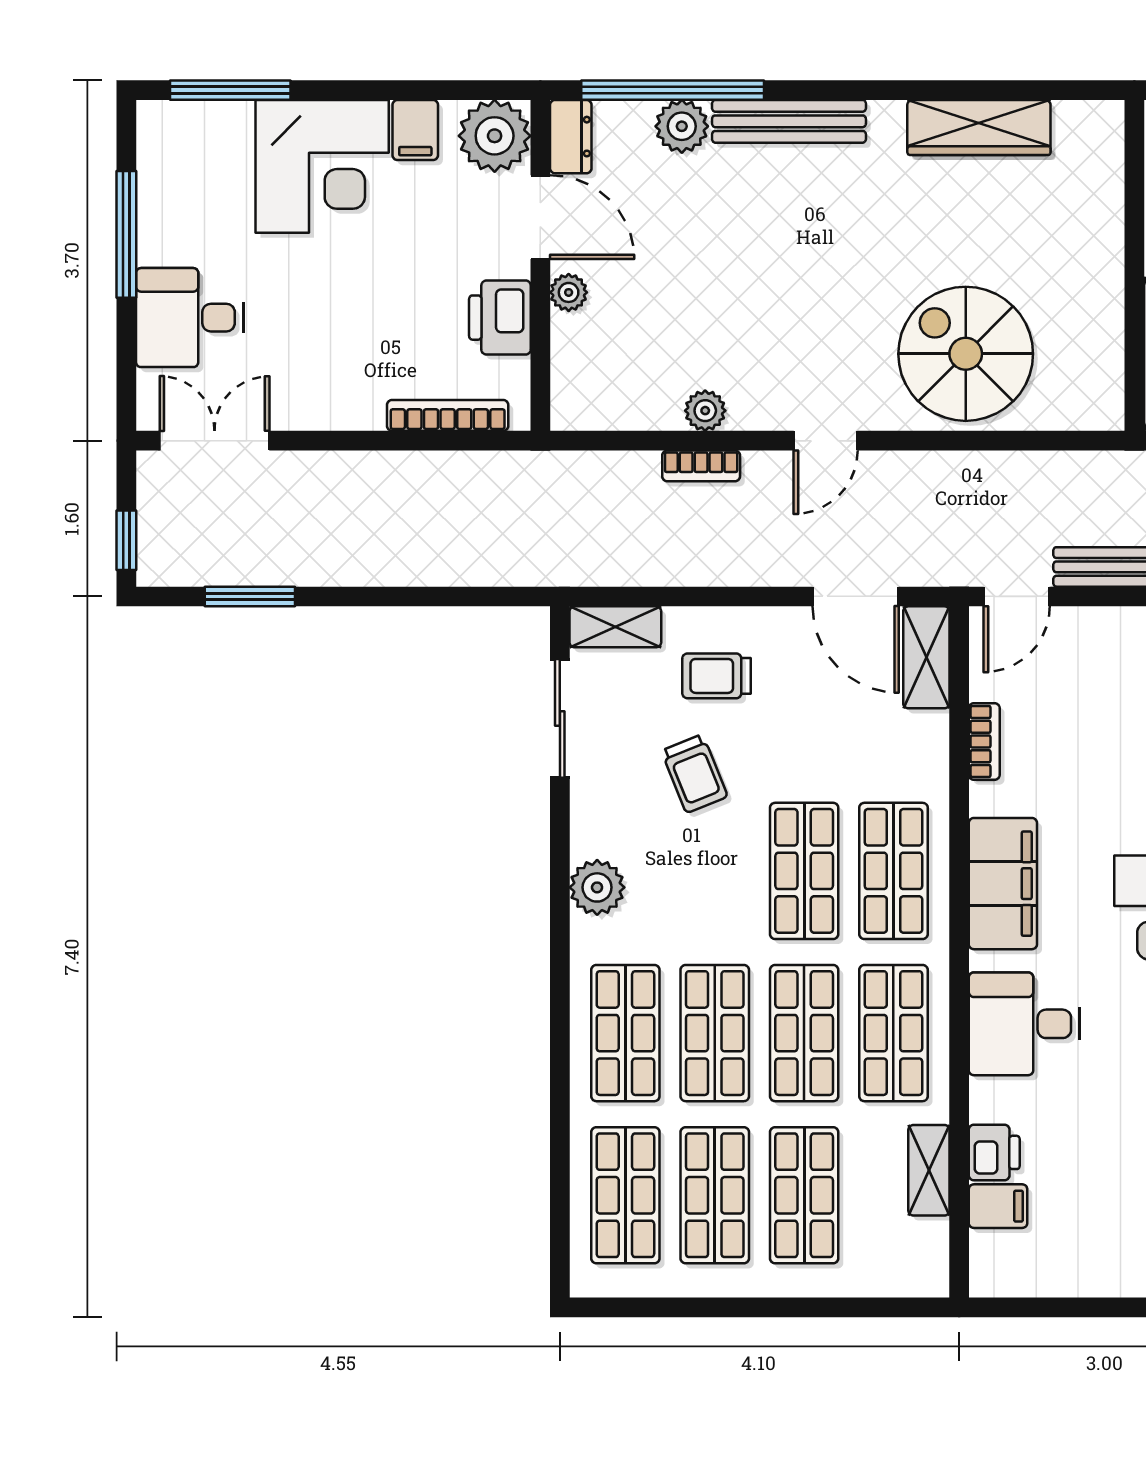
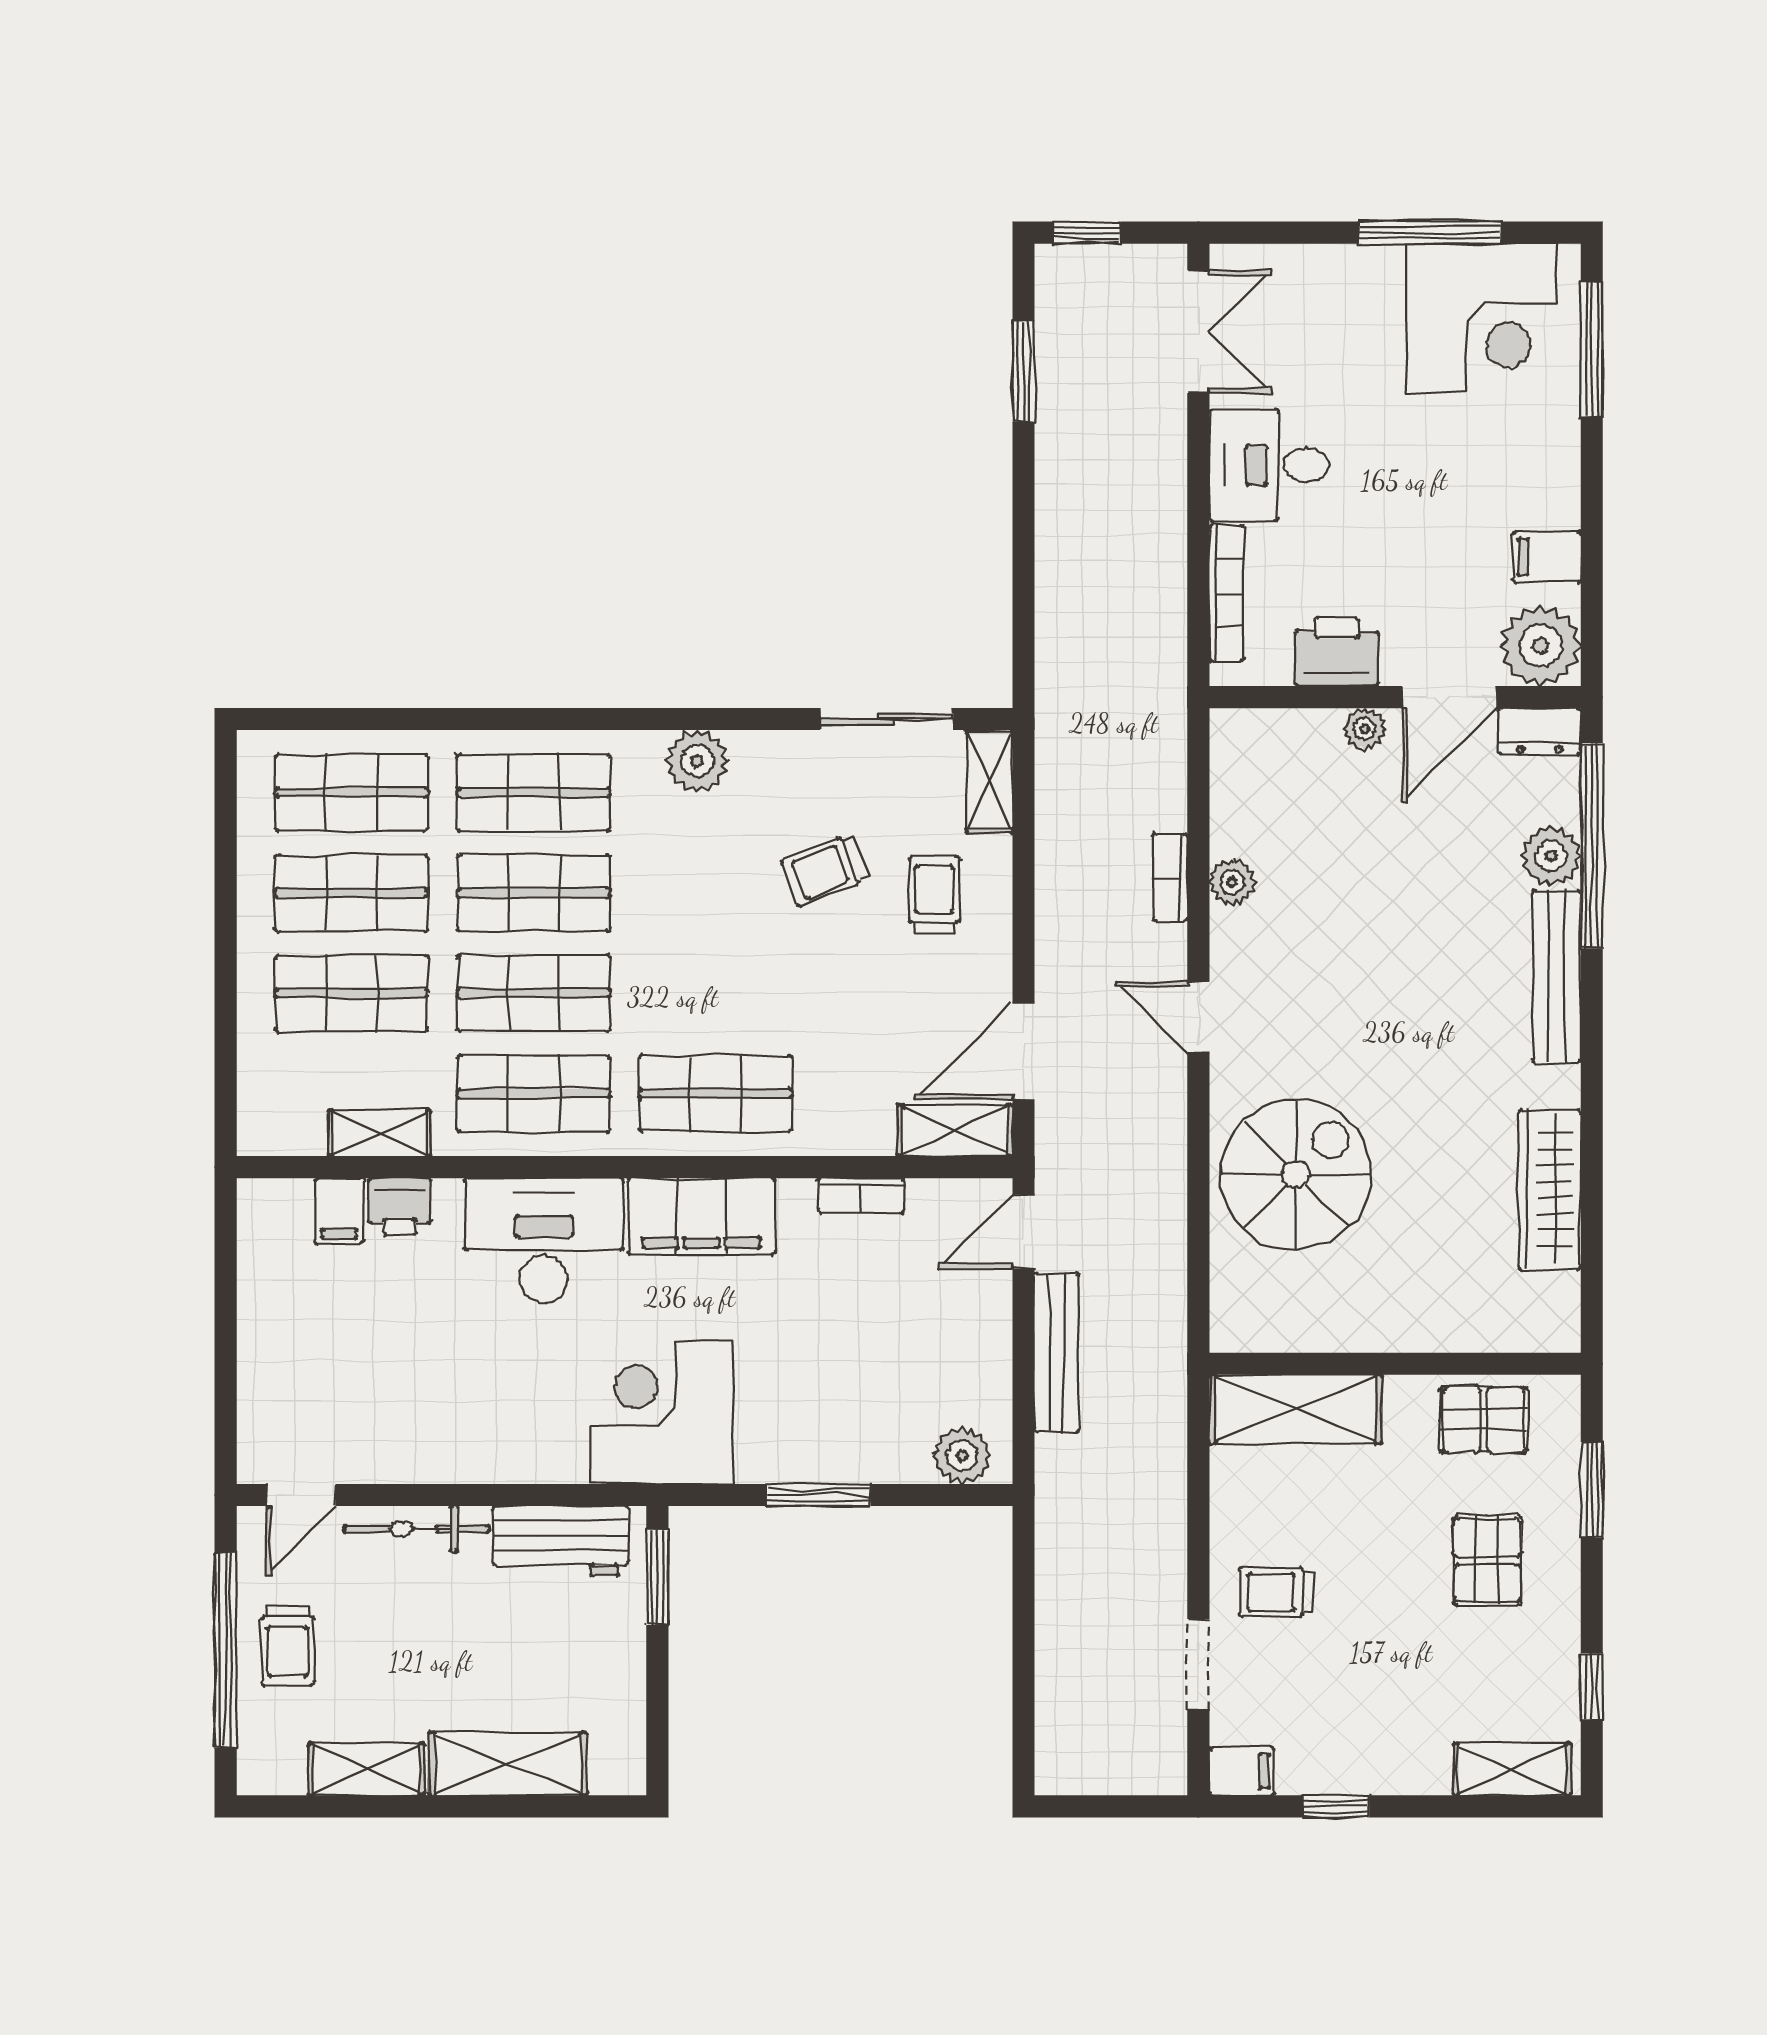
corner desk: (322, 166) -> (1481, 318), moved, turned -90
desk: (190, 318) -> (1269, 465), moved, turned -90
door: (1017, 596) -> (1023, 1232), hinge flipped
shop shelf: (804, 871) -> (716, 993), removed
desk: (1024, 1024) -> (544, 1240), width x1.37

